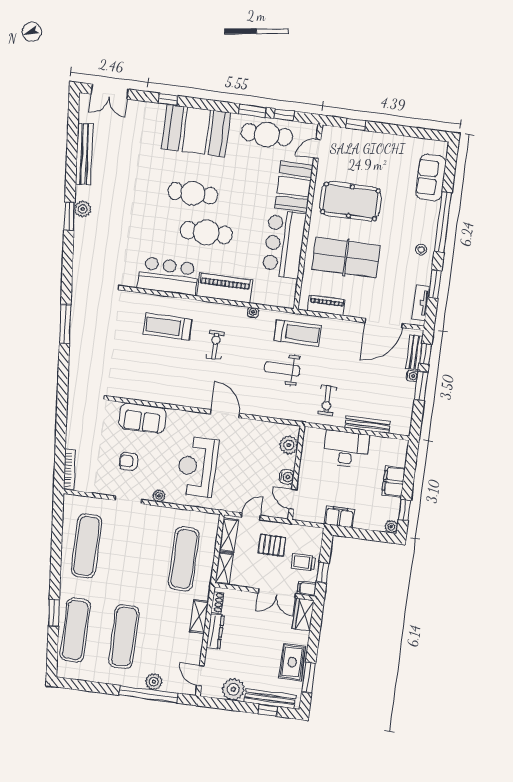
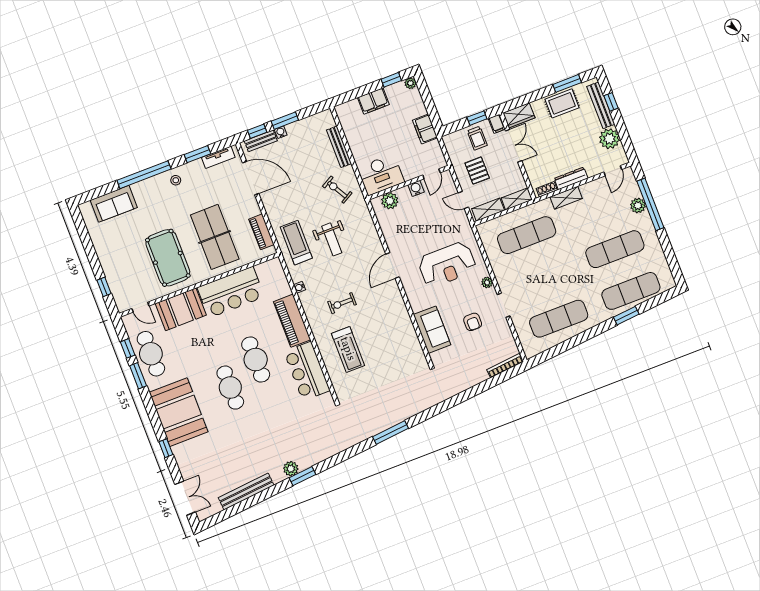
exercise bike: (327, 400) -> (337, 190), turned -120
desk: (346, 449) -> (381, 175), moved, turned -90

